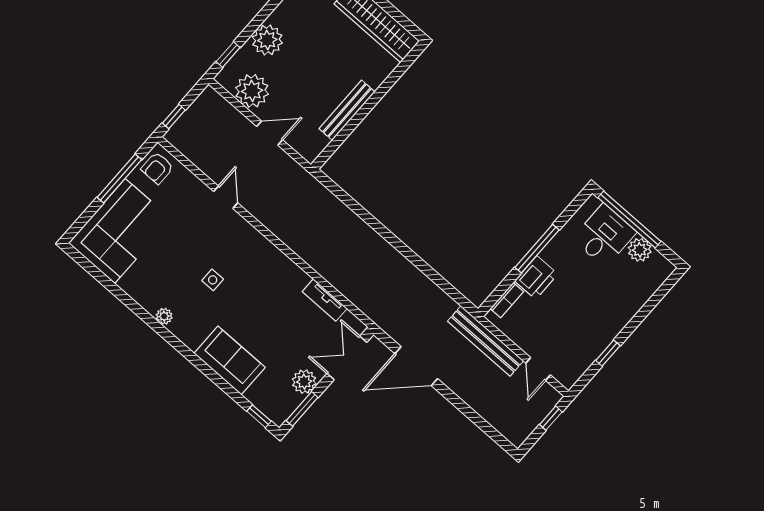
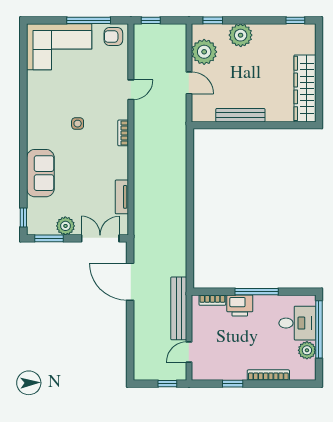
bookcase: (262, 243) -> (123, 133), added
bookcase: (631, 310) -> (268, 375), added
plant: (164, 316) -> (33, 114), removed

